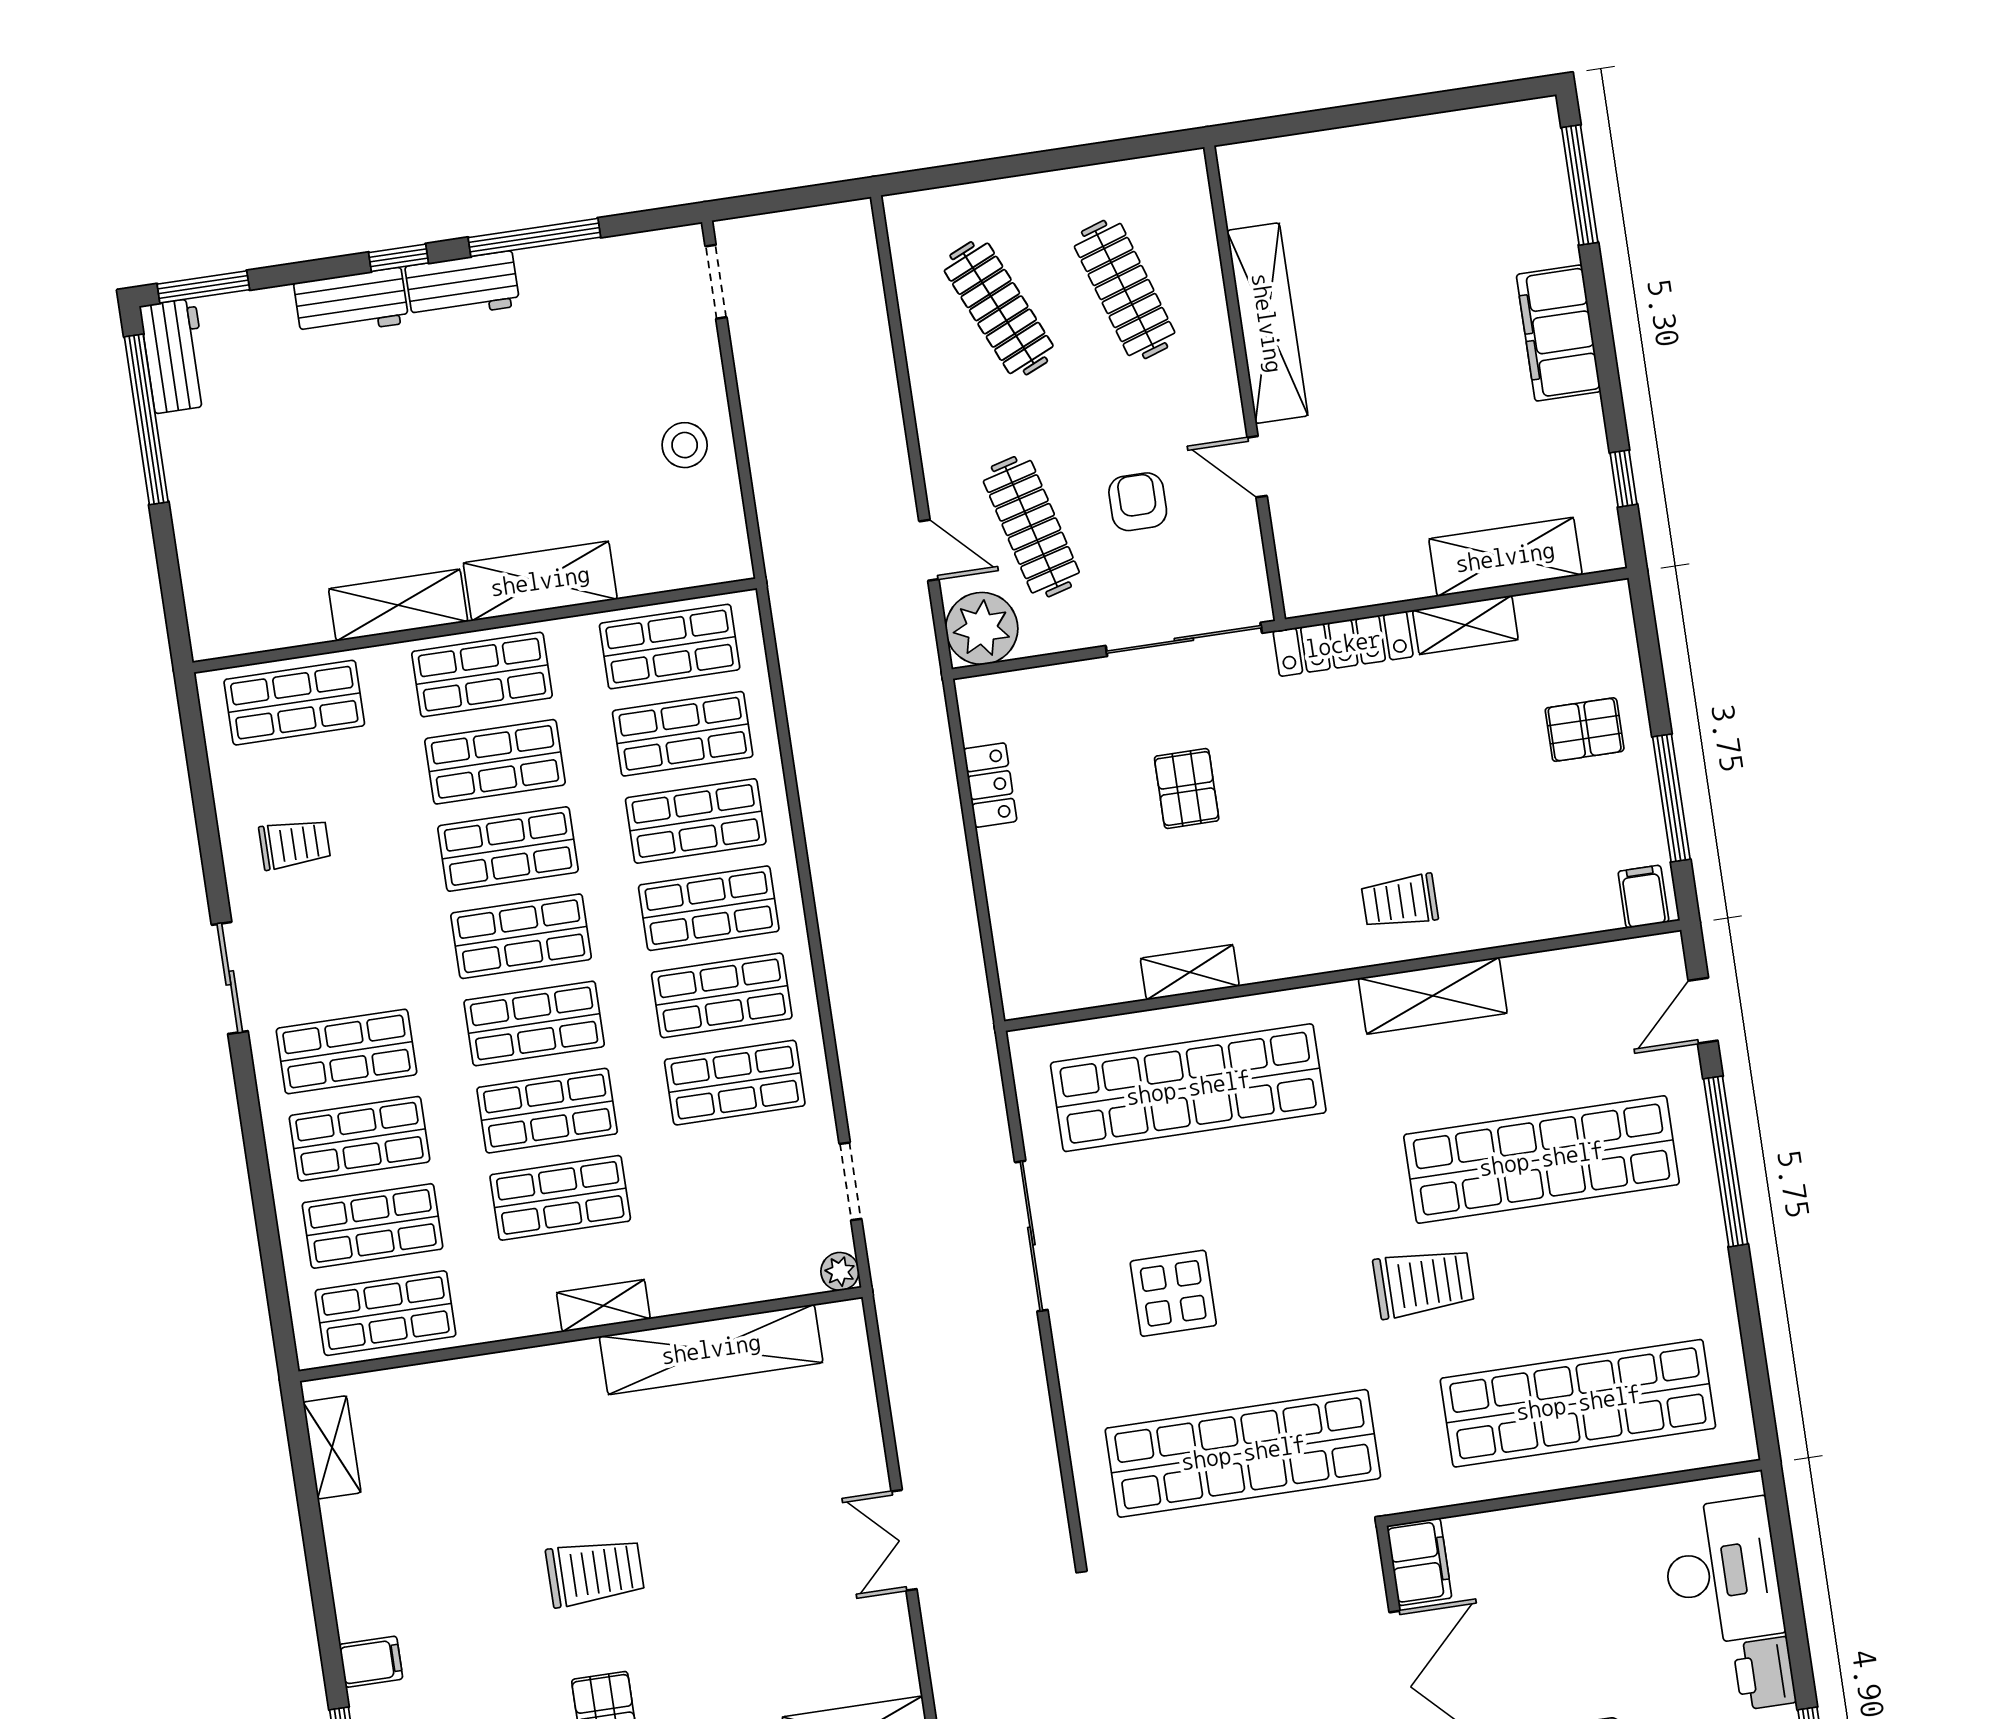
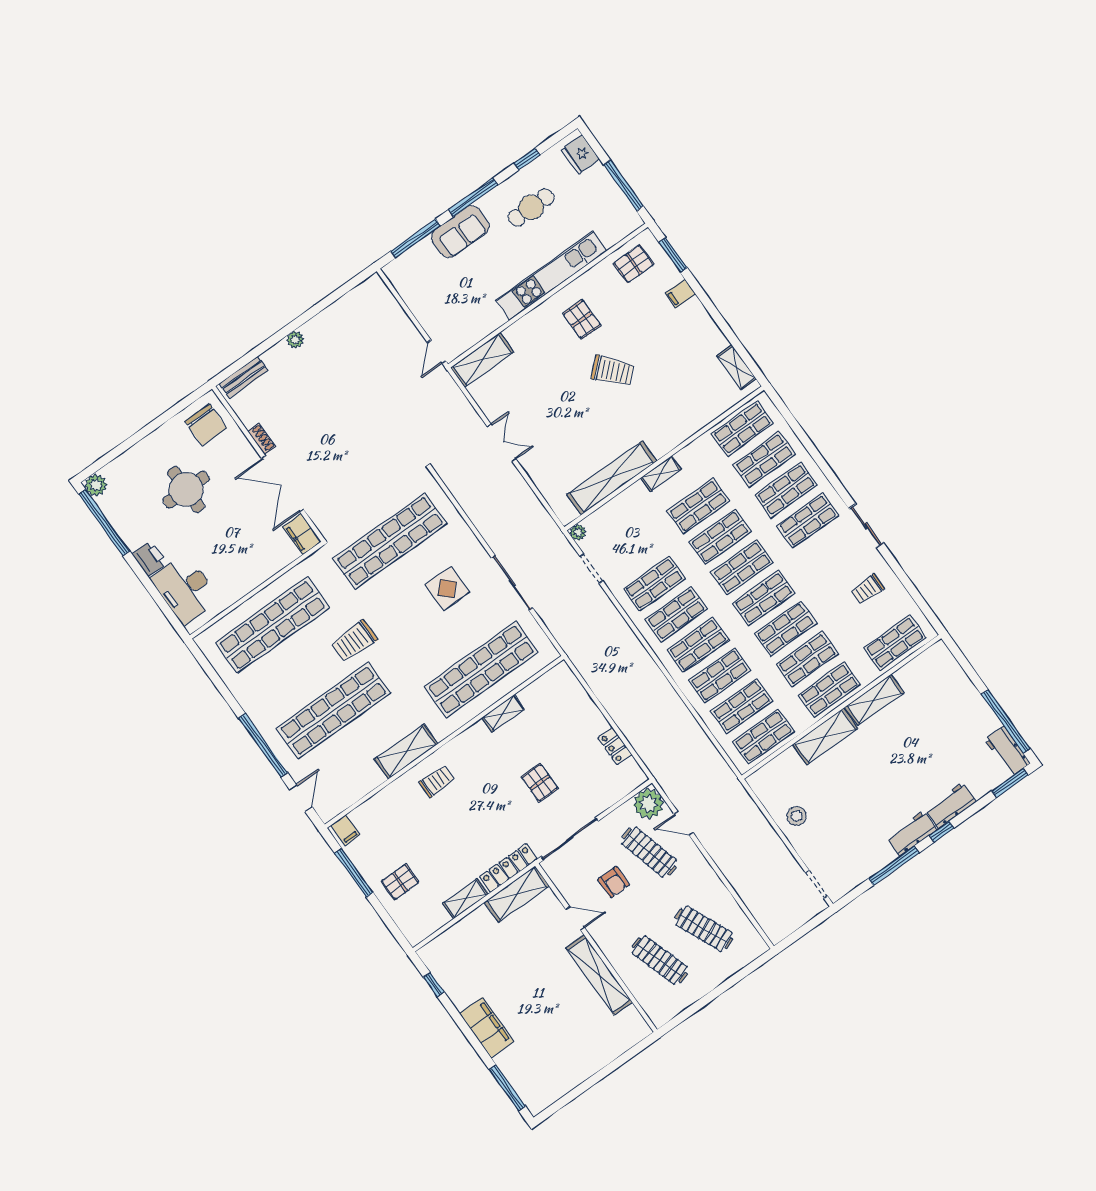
shelving: (1505, 557) -> (517, 894), moved
trolley: (595, 1572) -> (613, 371), turned -132

